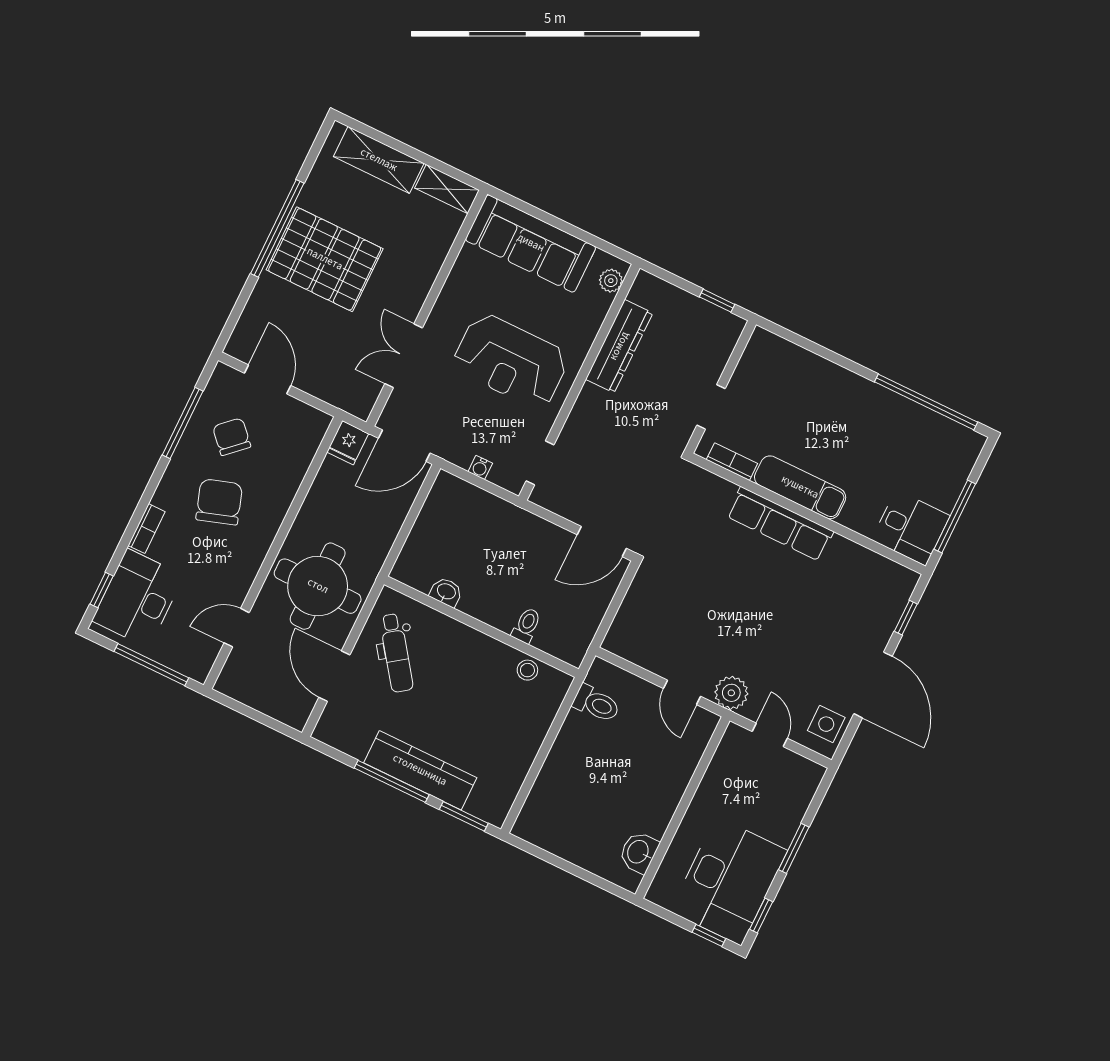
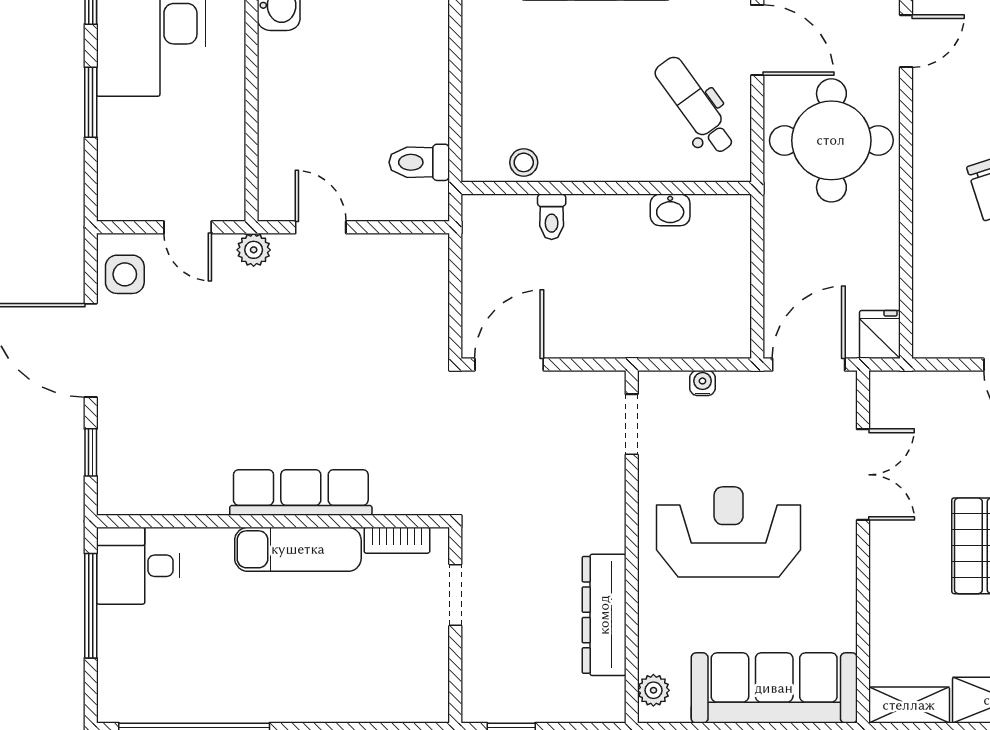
plant: (731, 693) -> (254, 250), width x0.73, depth x0.73

